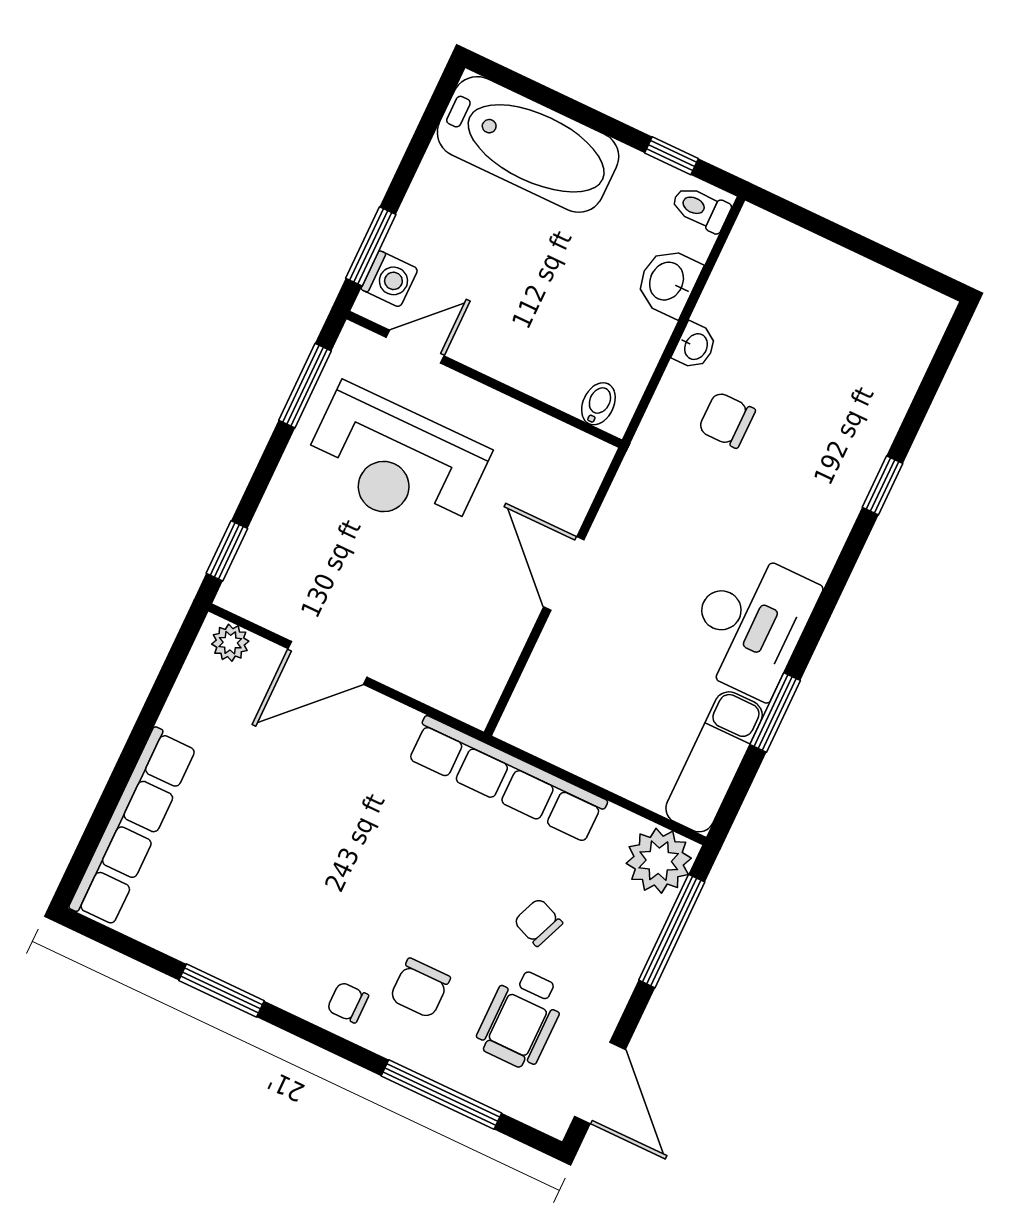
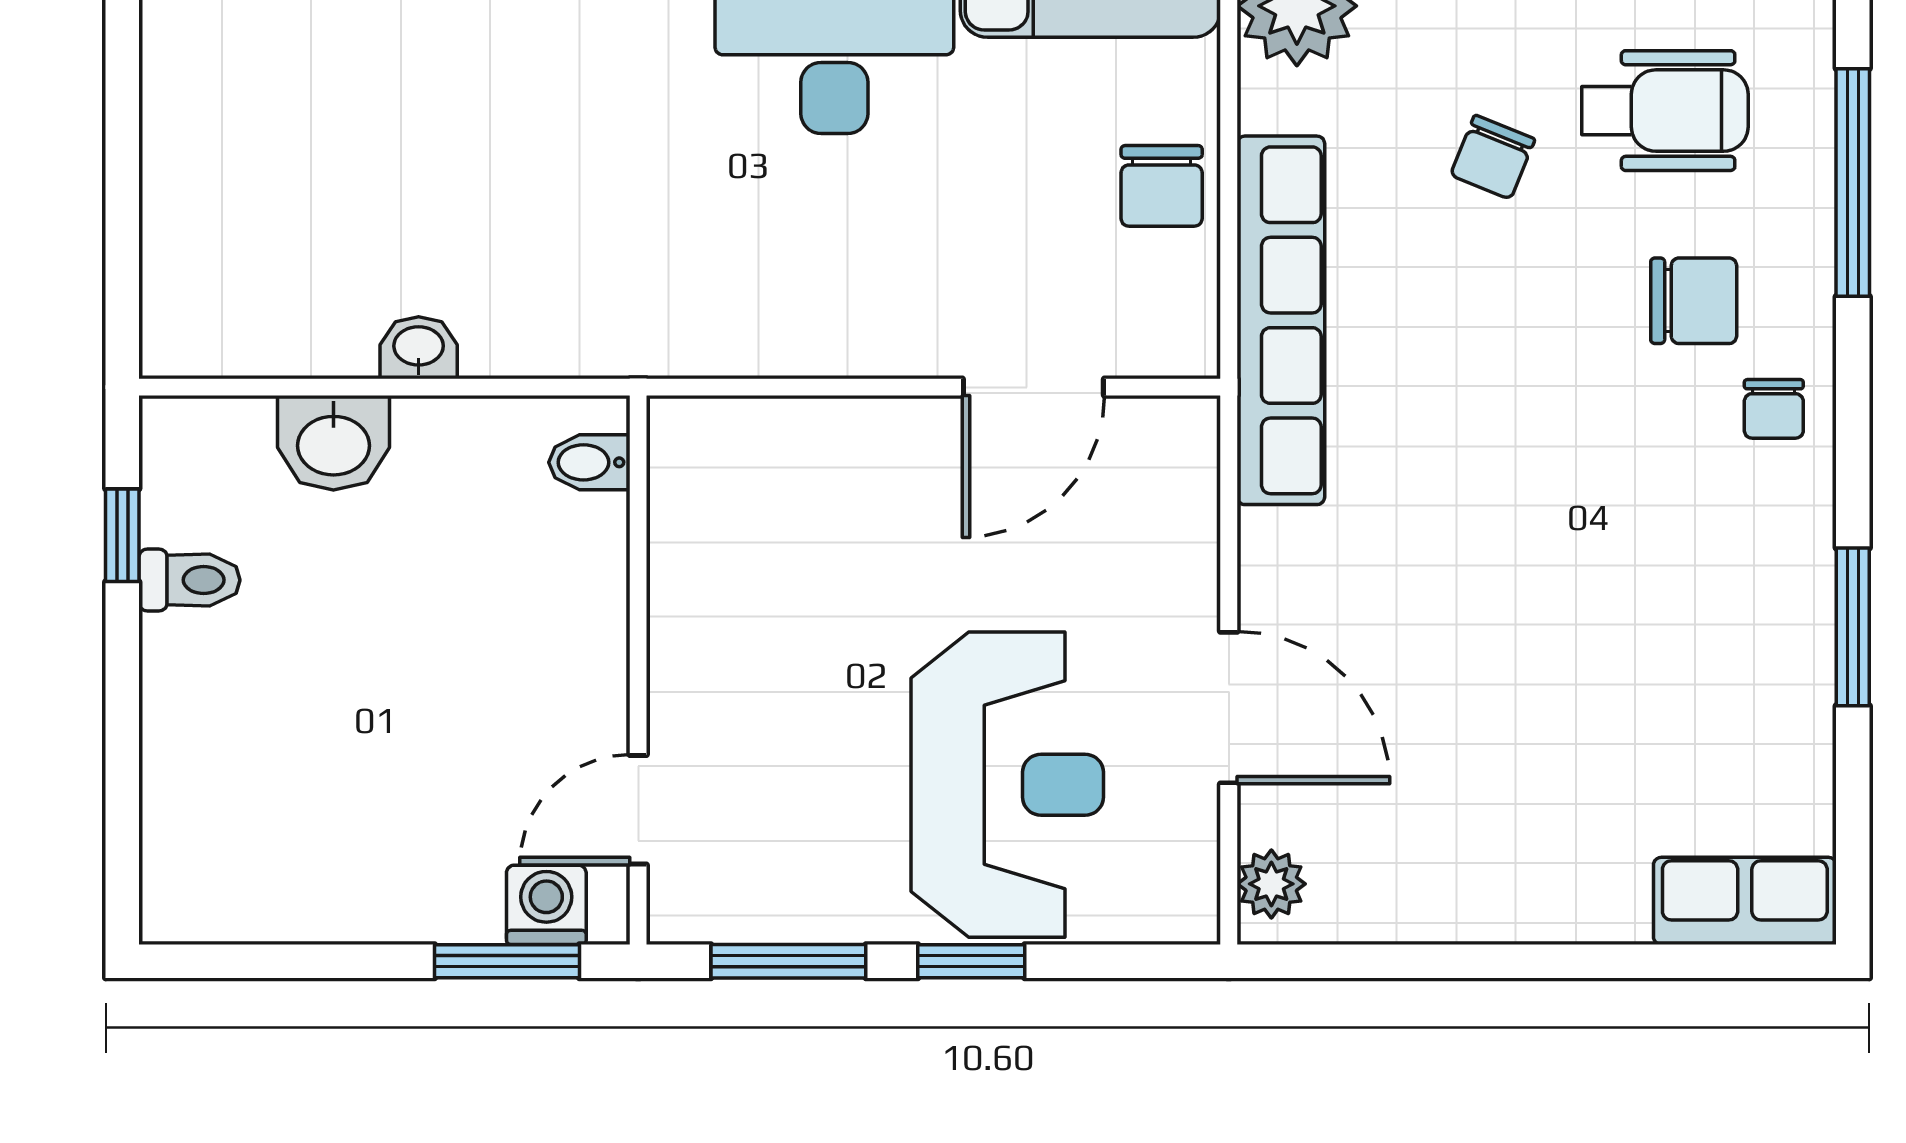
bathtub: (528, 144) -> (216, 781), removed
toilet: (701, 209) -> (189, 580), moved, turned -90
door: (415, 347) -> (638, 810), hinge flipped
chair: (727, 420) -> (1162, 186), moved
reception desk: (395, 462) -> (1007, 785), moved
window: (227, 551) -> (971, 961), moved
door: (564, 573) -> (1033, 387), moved
row of seats: (133, 827) -> (1745, 901), width x0.50

